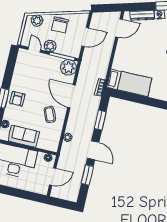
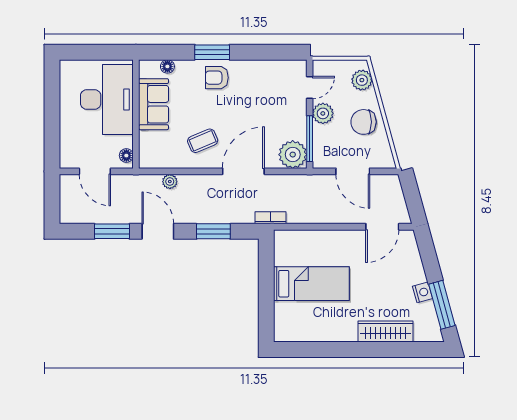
dresser: (142, 15) -> (414, 262), removed
door: (119, 28) -> (382, 227), hinge flipped
bed: (129, 83) -> (311, 284), moved, turned -90
door: (93, 150) -> (158, 231), swing flipped

